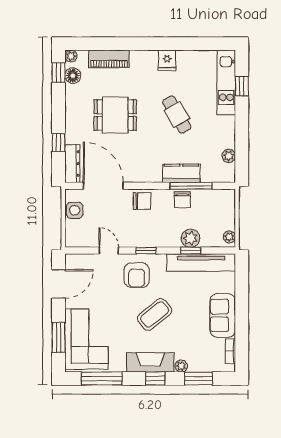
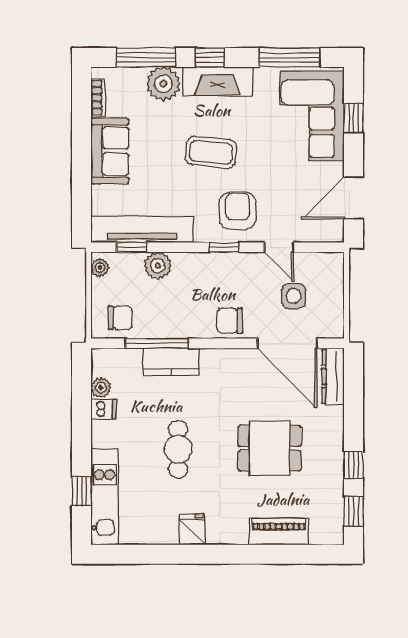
plant: (71, 56) -> (335, 536), removed
floor lamp: (73, 76) -> (332, 507), removed
cafe table: (177, 114) -> (178, 449), turned 30
dishwasher: (227, 141) -> (104, 409), added
window: (59, 143) -> (353, 465), moved
chair: (182, 200) -> (120, 318), moved, turned 90
side table: (75, 210) -> (294, 296), moved
window: (191, 251) -> (132, 247), moved
coffee table: (155, 314) -> (211, 152), turned 45
window: (59, 337) -> (353, 118), width x0.67
plant: (181, 366) -> (163, 84), width x1.88, depth x1.88
window: (198, 378) -> (146, 57), width x1.44

